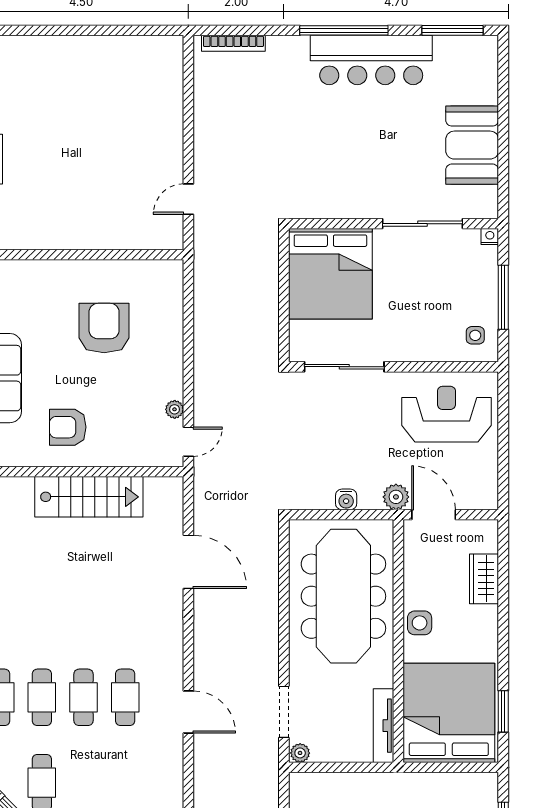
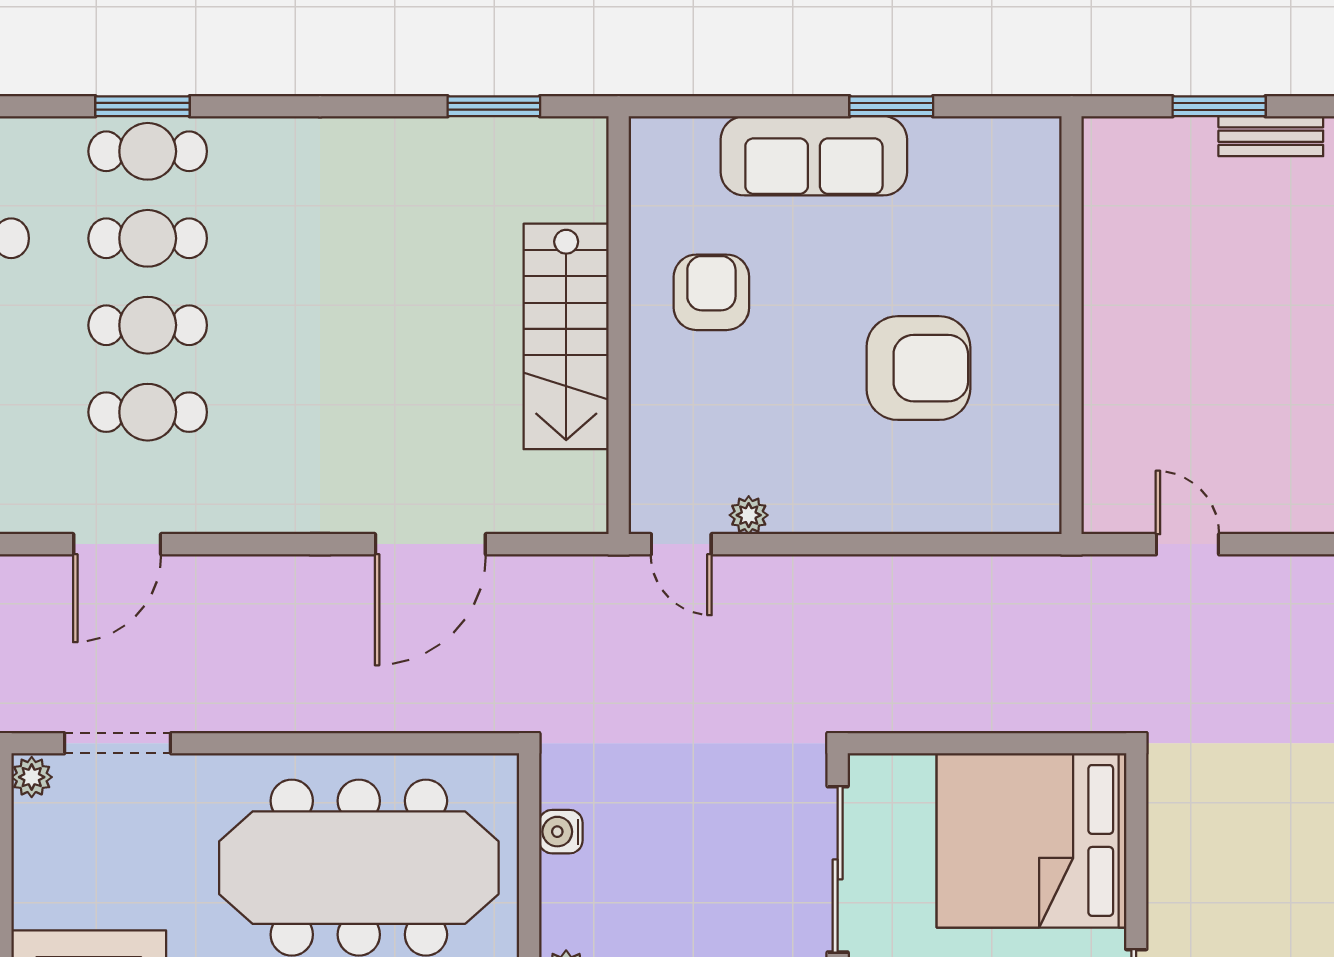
water cooler: (346, 499) -> (561, 832), moved

